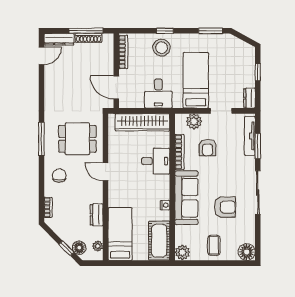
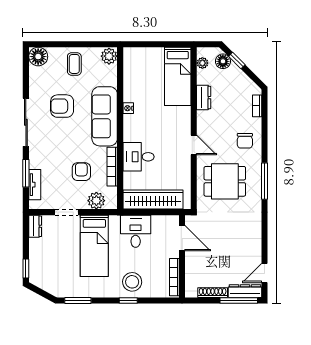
window: (86, 31) -> (239, 300), moved
window: (258, 72) -> (26, 269), moved
tv unit: (250, 136) -> (35, 185), width x0.71
cot: (159, 241) -> (135, 69), removed

